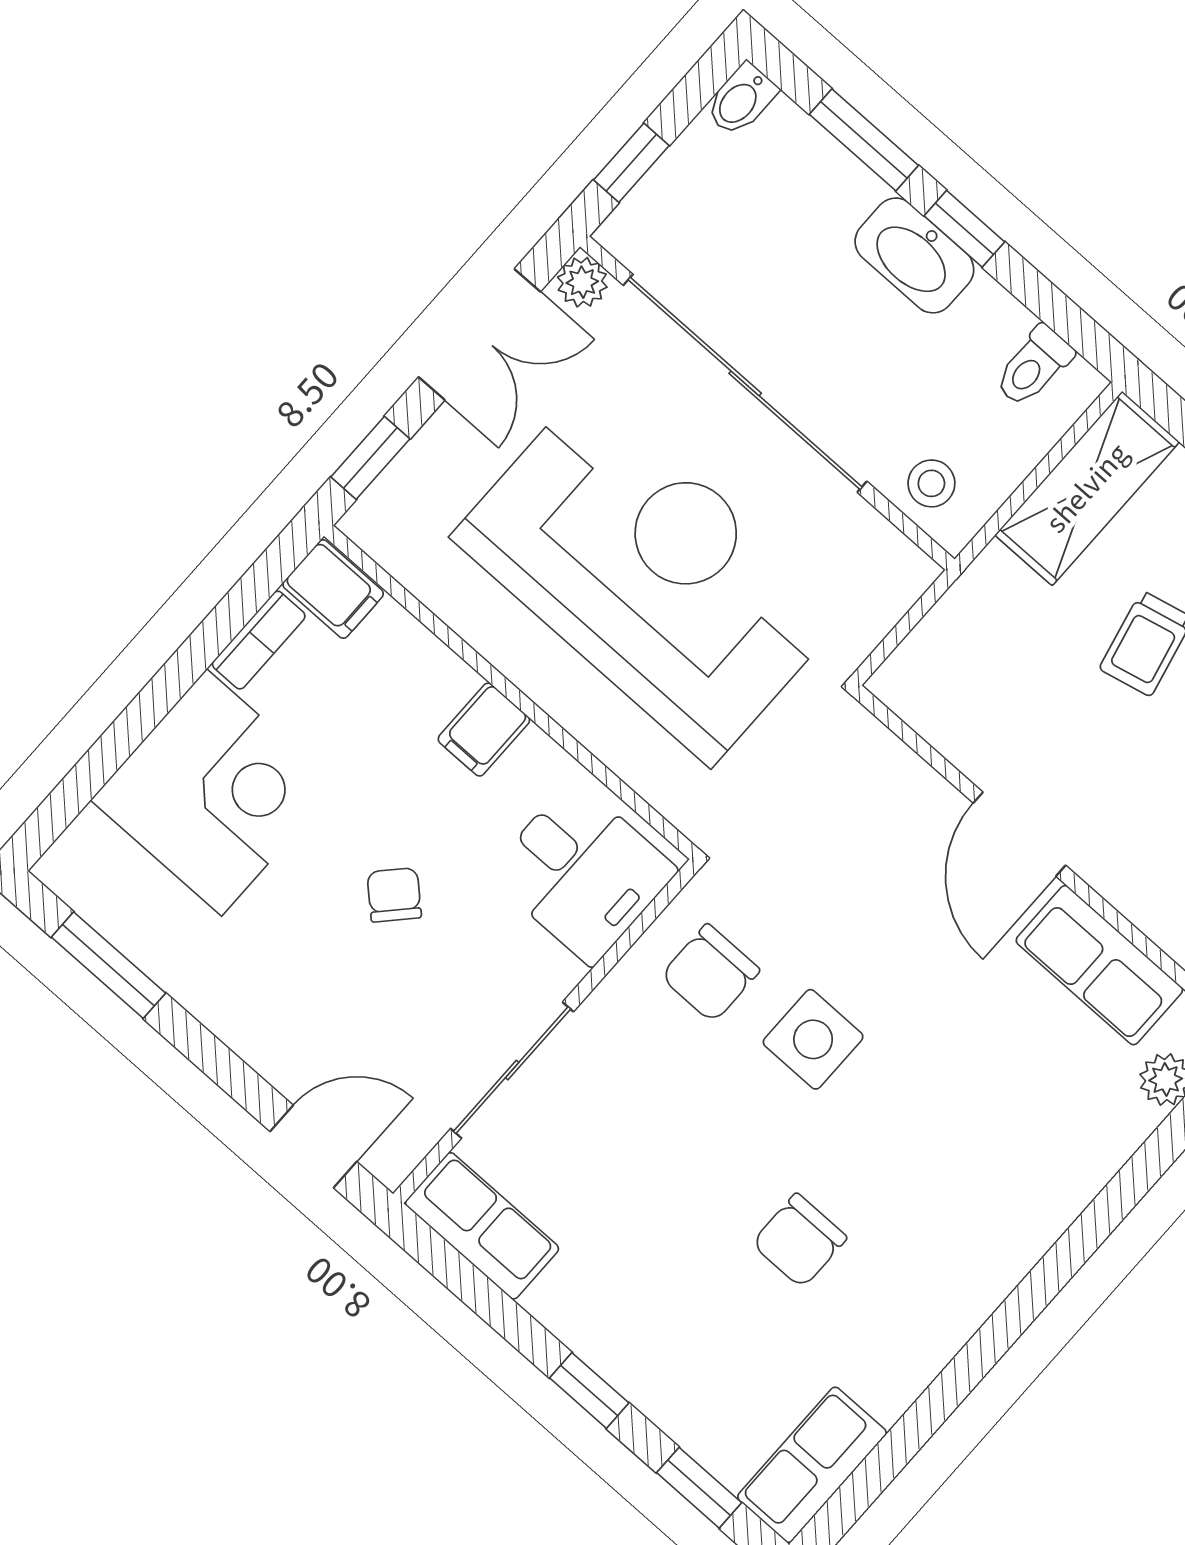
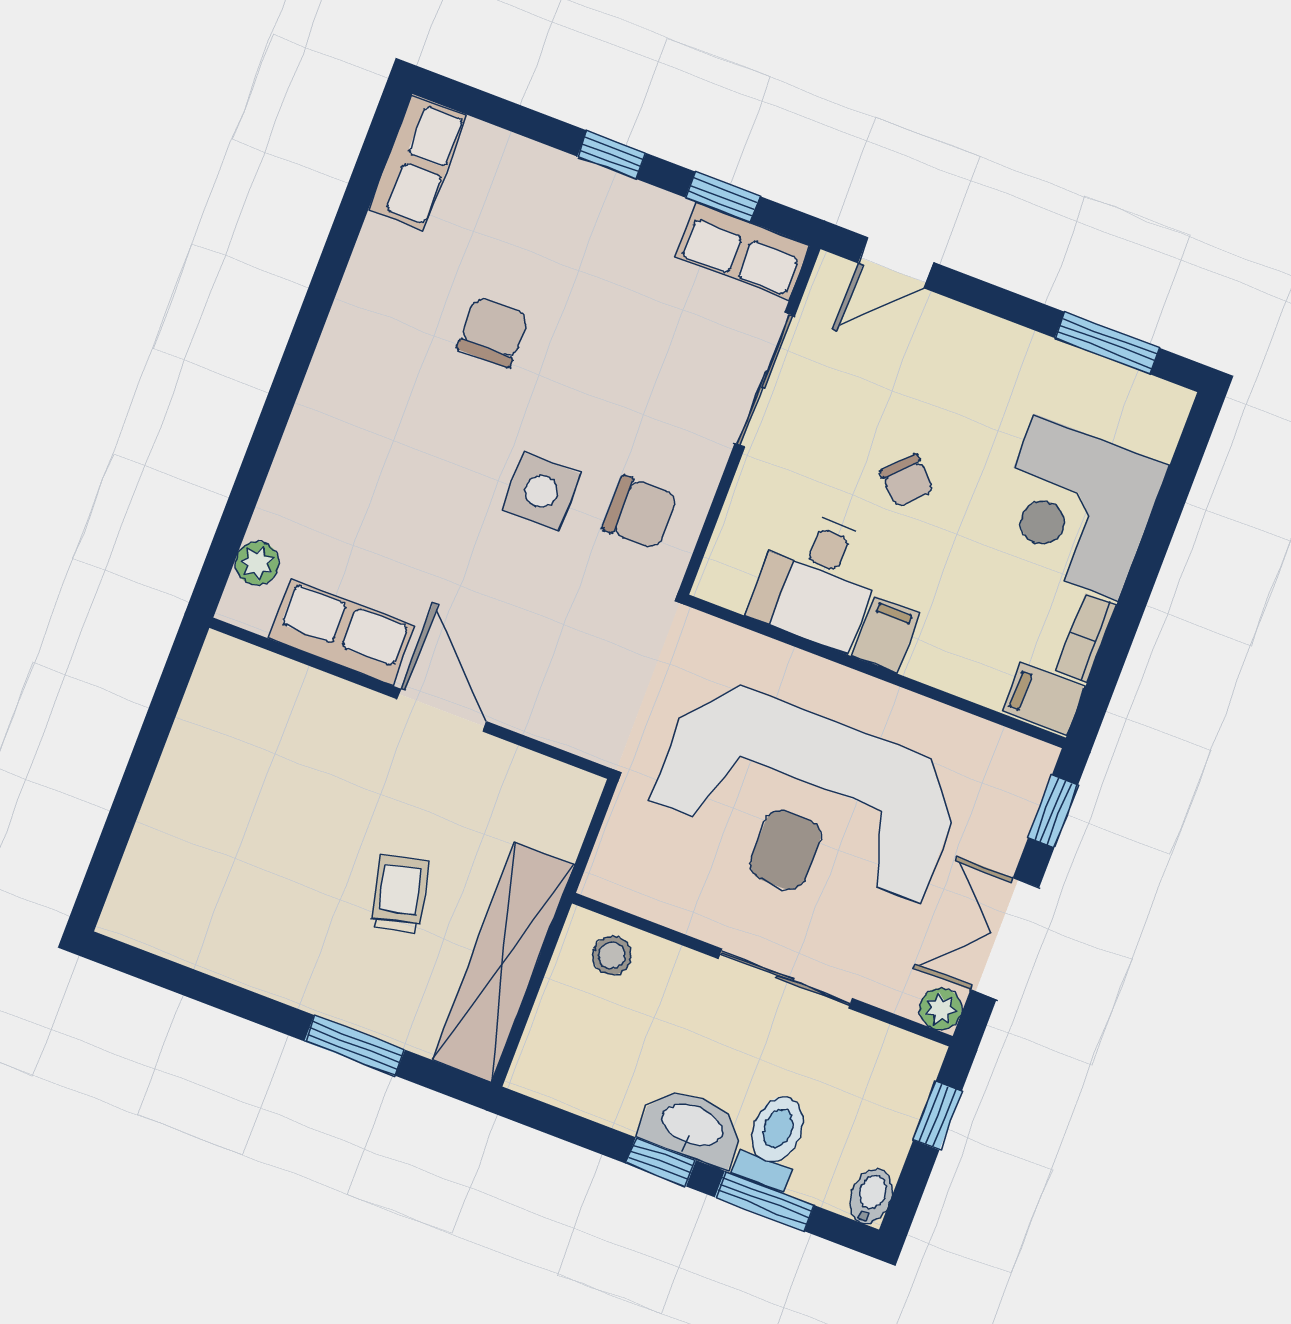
toilet: (1034, 366) -> (773, 1140), moved, width x1.37, depth x1.39
sliding door: (745, 383) -> (785, 978), width x0.54
shelving: (1087, 488) -> (503, 962), width x1.47
desk: (582, 872) -> (817, 580), moved, turned -90
chair: (710, 973) -> (640, 512), turned 90
window: (699, 1488) -> (723, 197), moved

